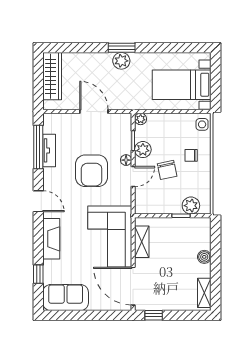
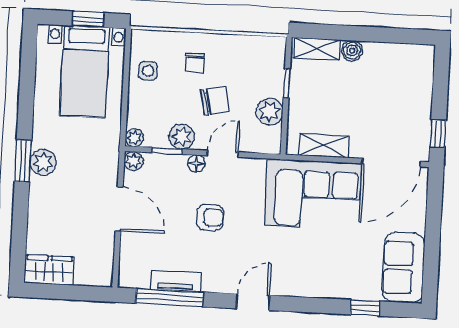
wardrobe: (52, 76) -> (49, 270), width x0.67
window: (216, 85) -> (88, 19), added
door: (94, 112) -> (119, 209), swing flipped
plant: (125, 119) -> (134, 161), added
side table: (202, 124) -> (148, 71), moved
armchair: (92, 171) -> (210, 217), width x0.53, depth x0.53
door: (133, 177) -> (223, 154), hinge flipped
plant: (191, 206) -> (269, 111), moved
fireplace: (51, 239) -> (312, 285), removed
shelving: (204, 293) -> (317, 49), moved

